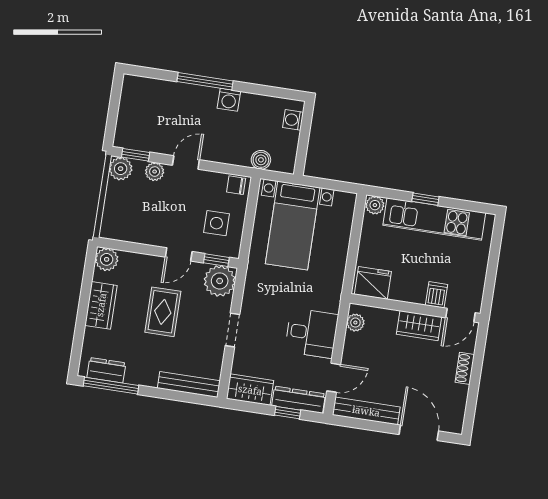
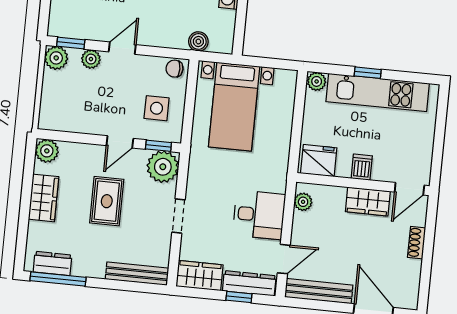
dishwasher: (437, 295) -> (362, 167), moved

